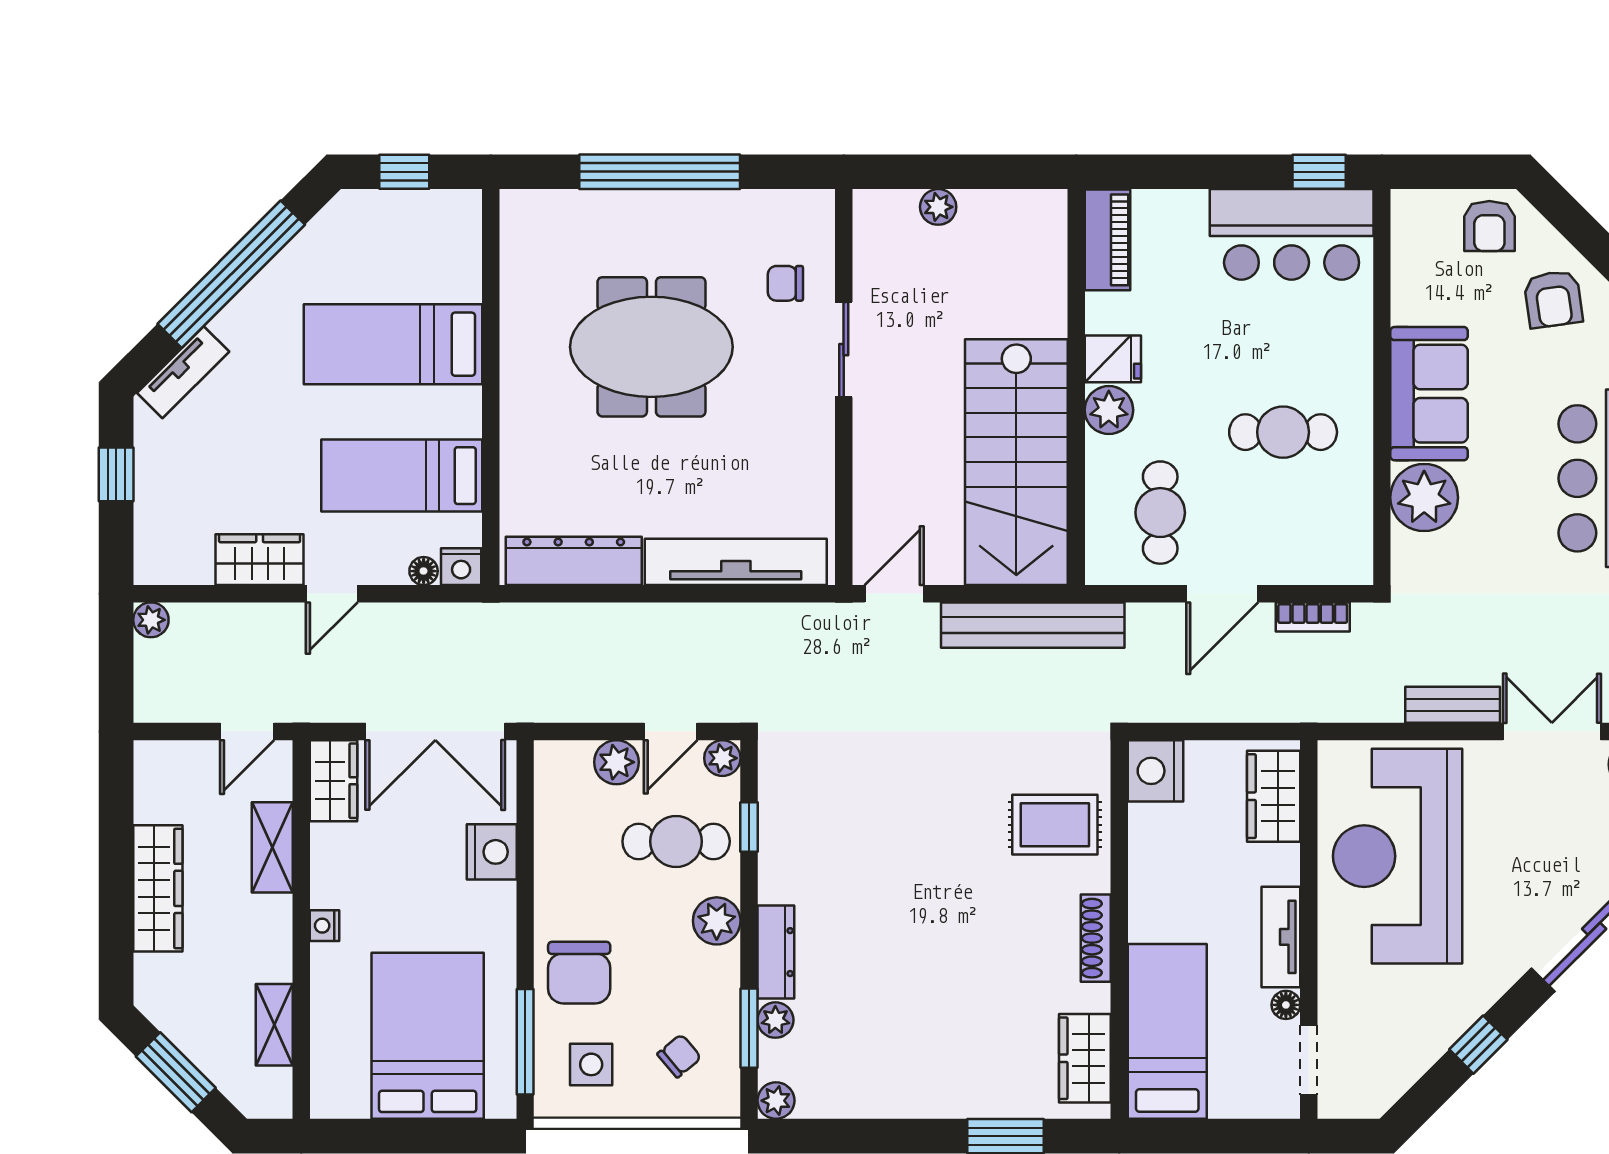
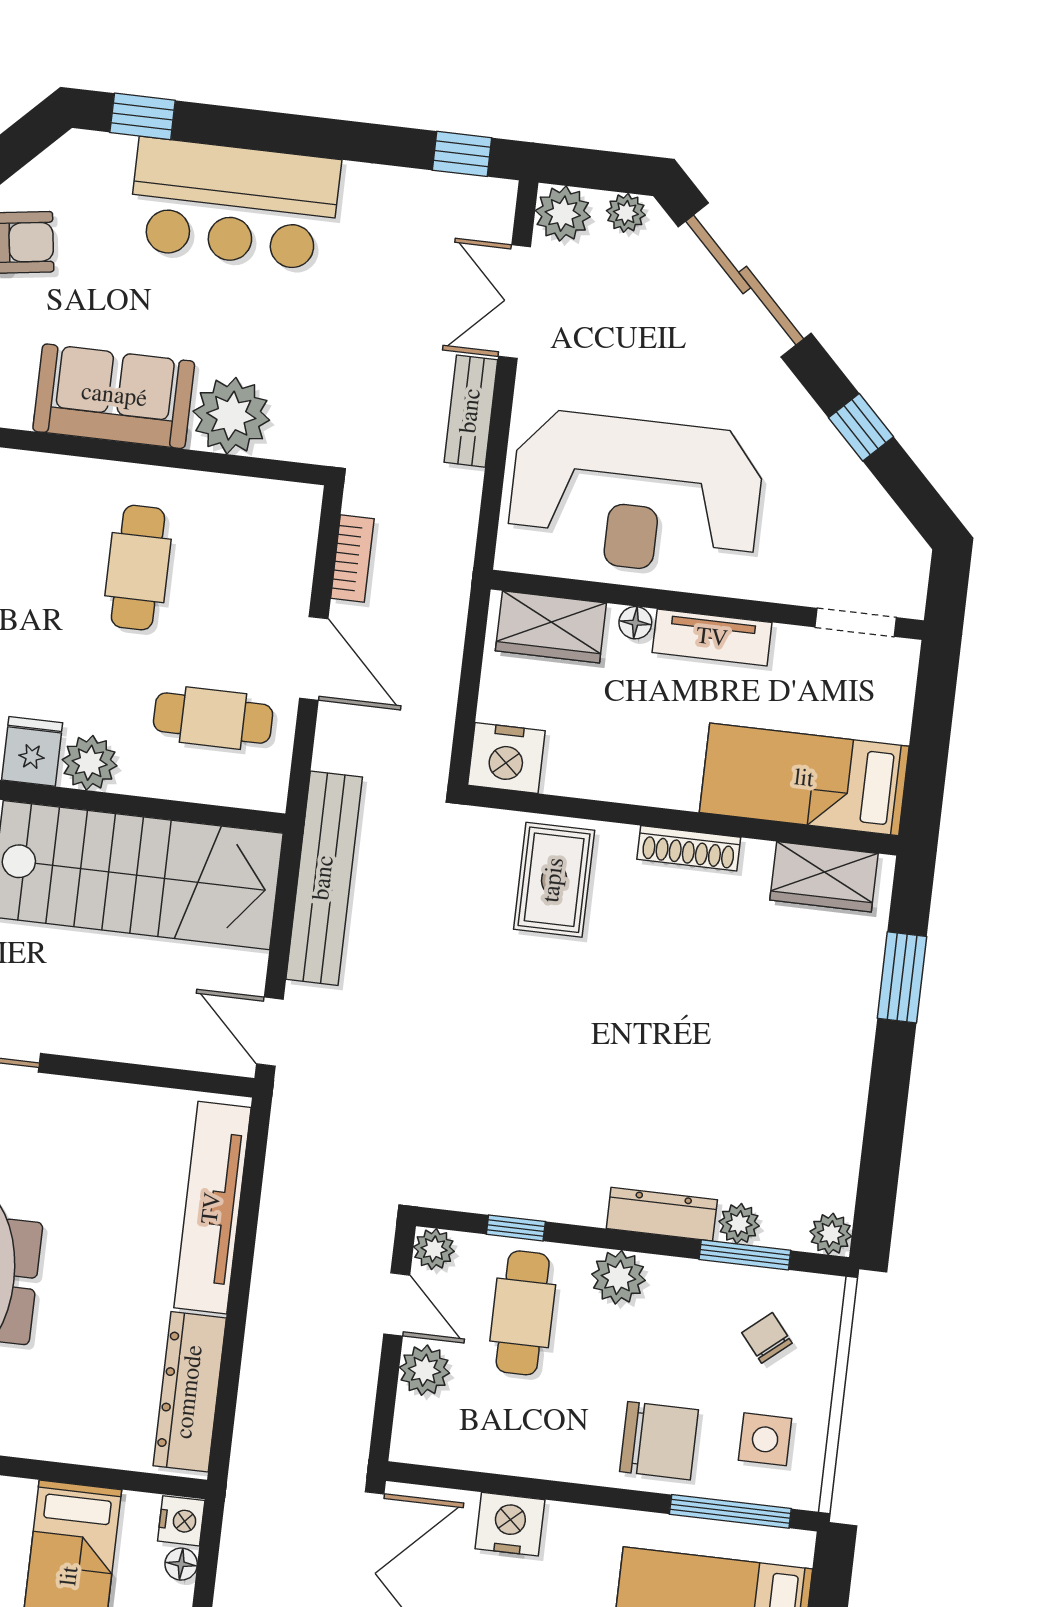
floor lamp: (1286, 1005) -> (635, 623), moved

